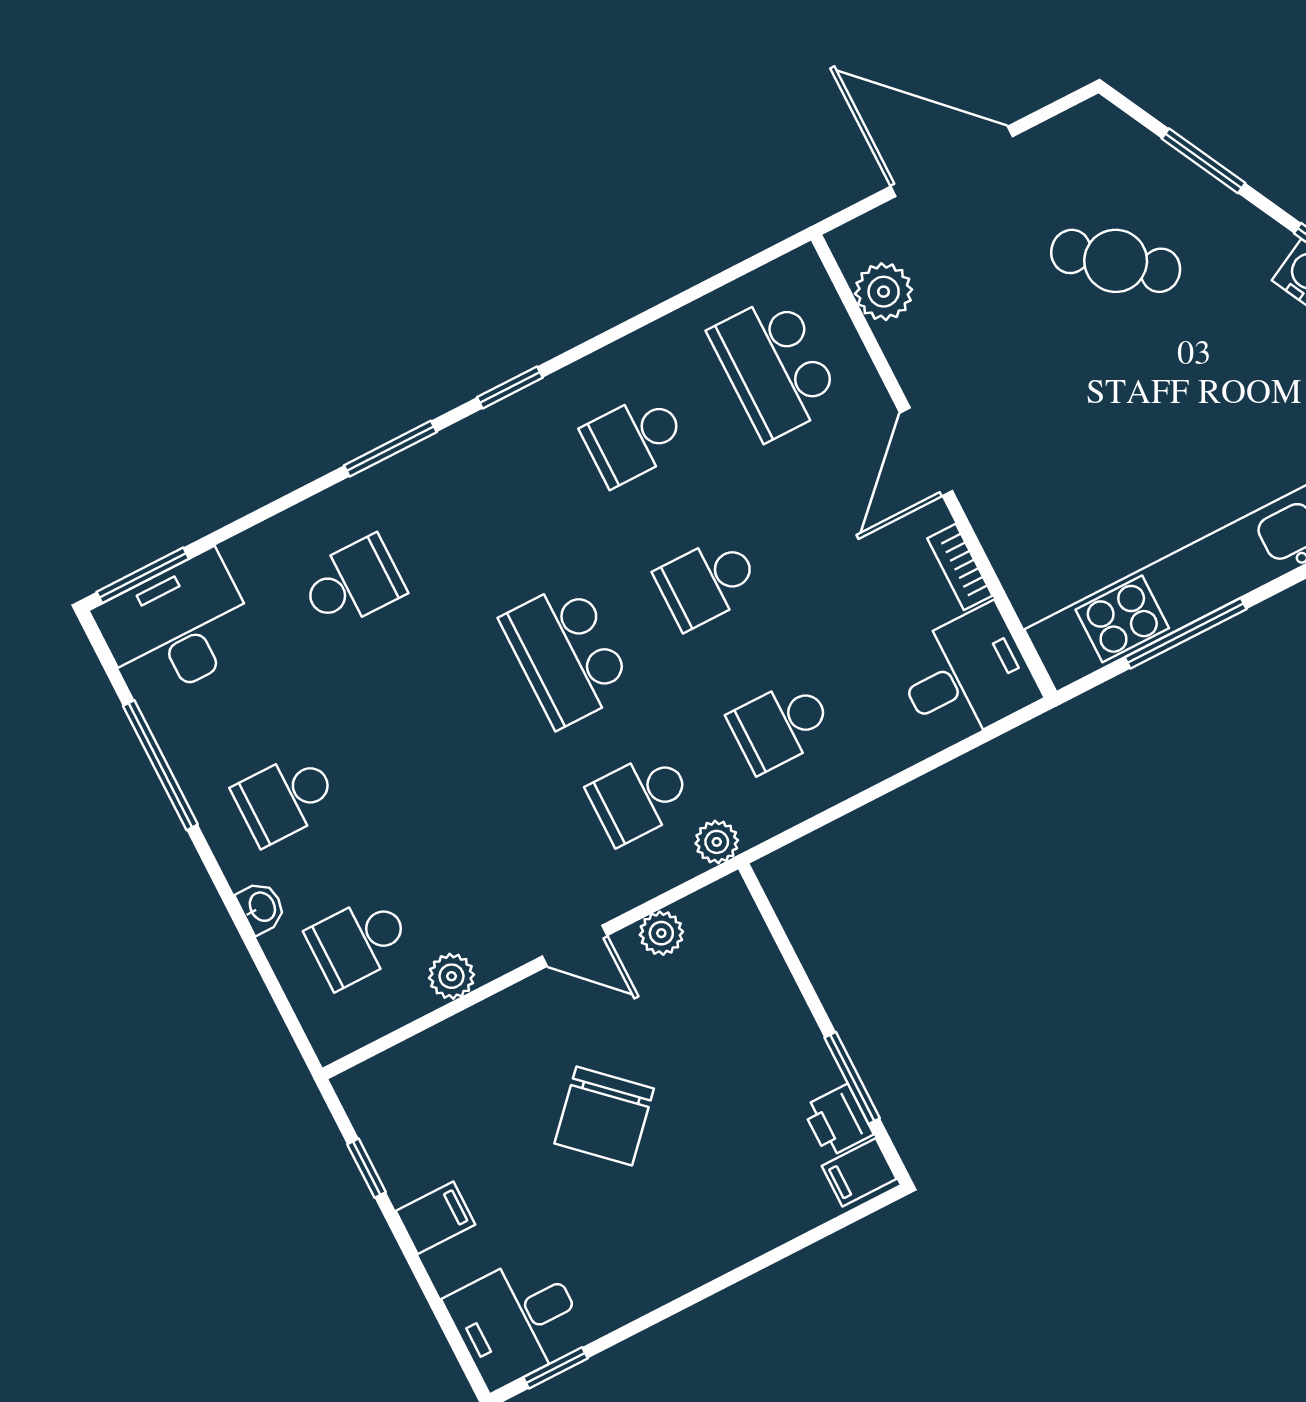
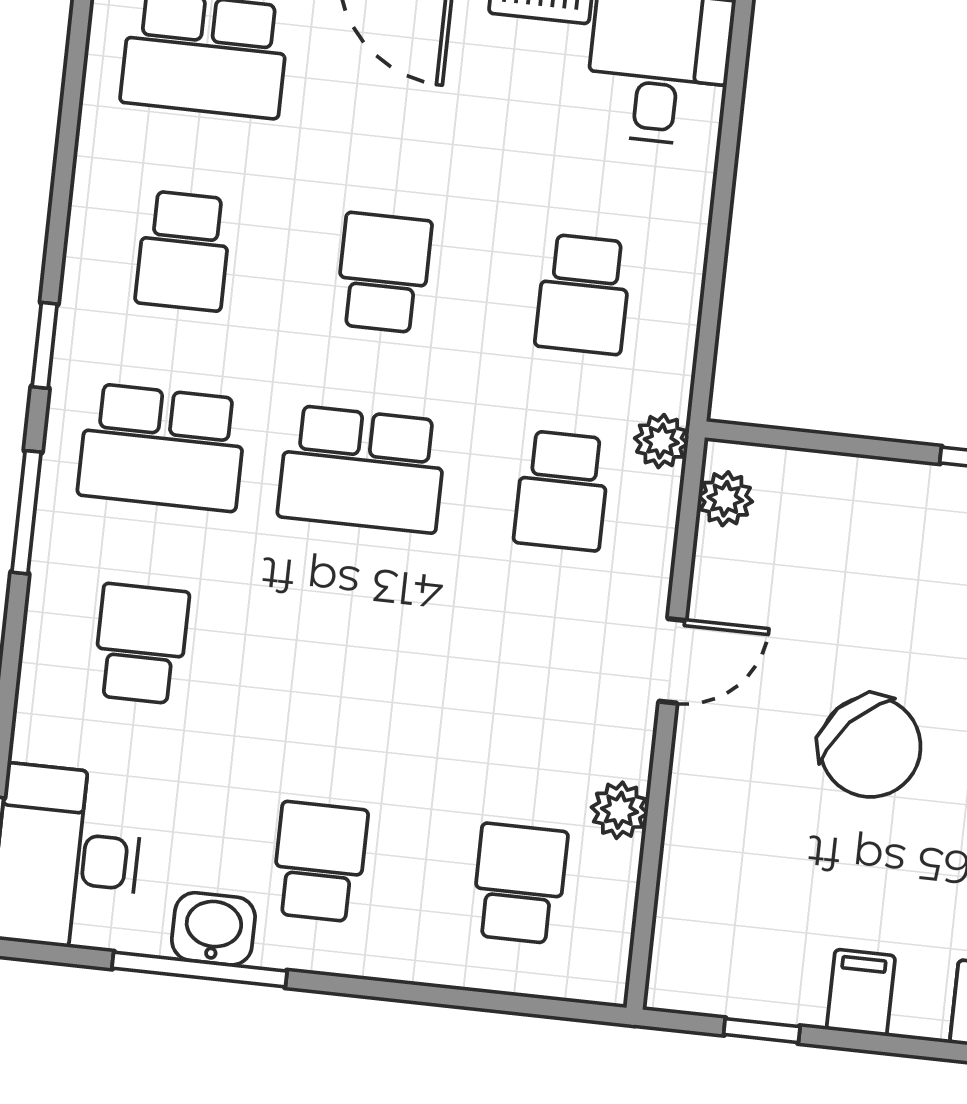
school desk: (493, 511) -> (162, 447), added
school desk: (707, 582) -> (384, 273), turned 180
school desk: (285, 798) -> (320, 862), turned 180
washbasin: (261, 907) -> (213, 929), moved, width x1.38, depth x1.45
plant: (661, 933) -> (725, 499), moved
school desk: (359, 941) -> (519, 883), turned 180

